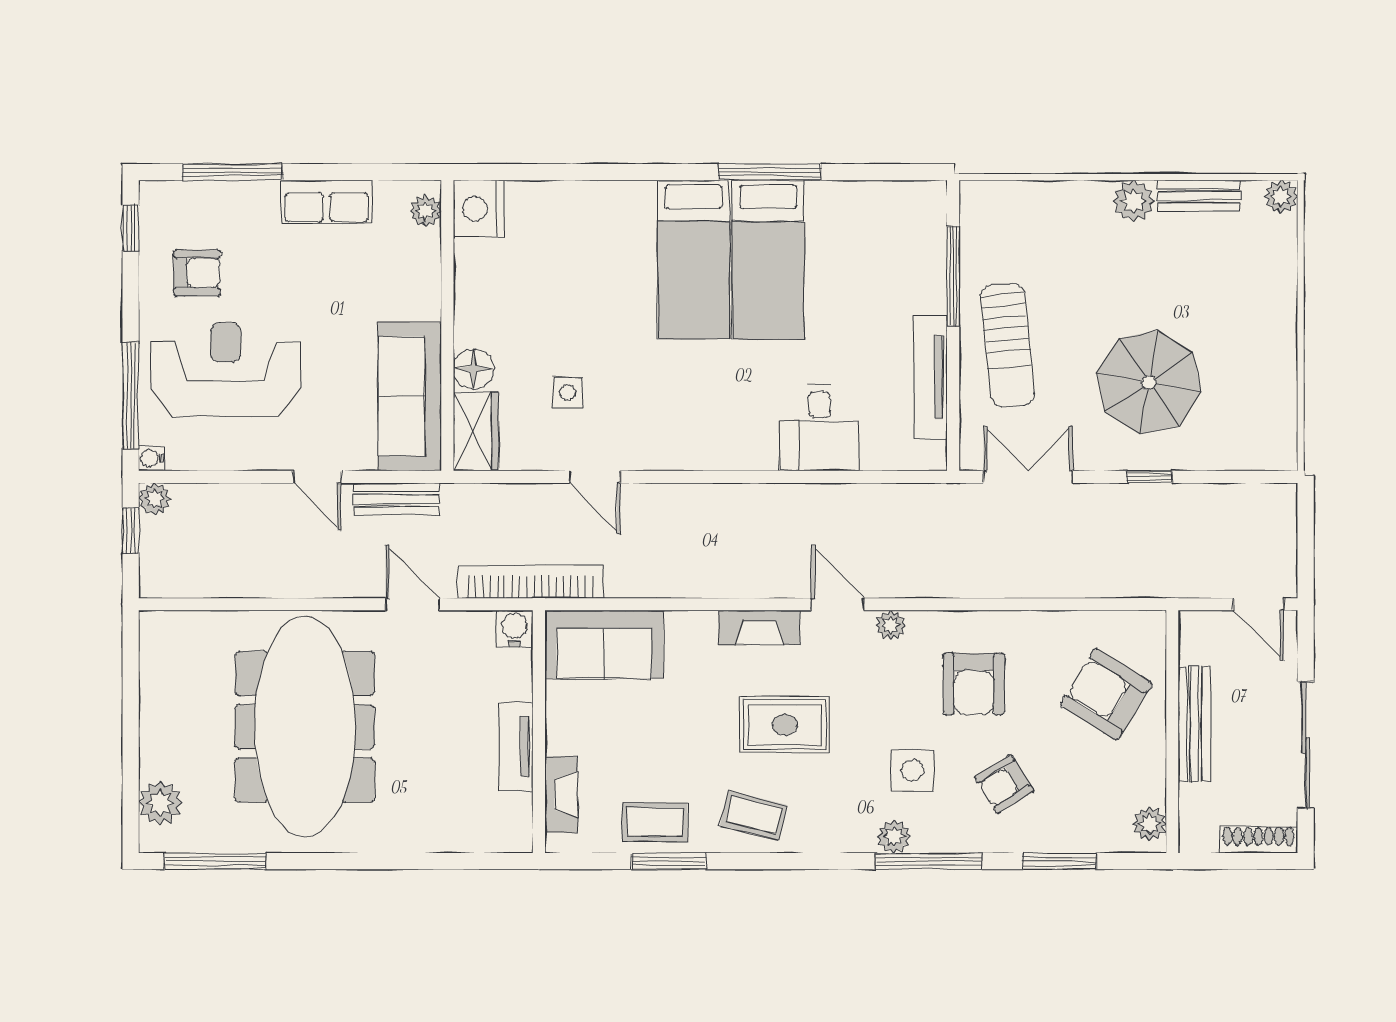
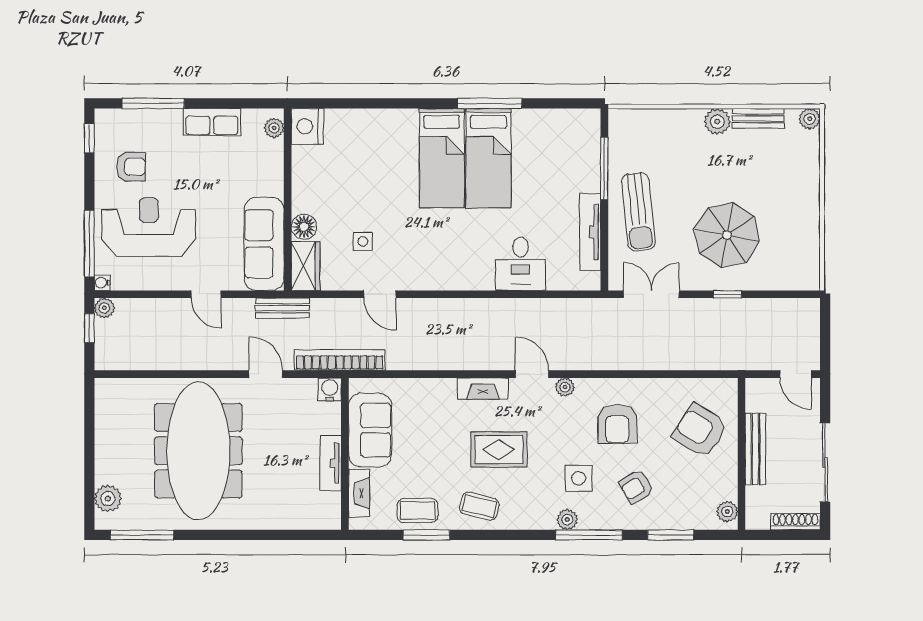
bench: (397, 499) -> (282, 308), moved
sofa: (604, 644) -> (370, 430), moved, turned -90

